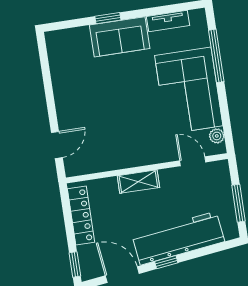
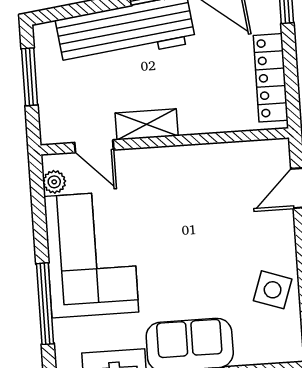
side table: (68, 77) -> (273, 290), added
shelving: (138, 182) -> (147, 124), moved

